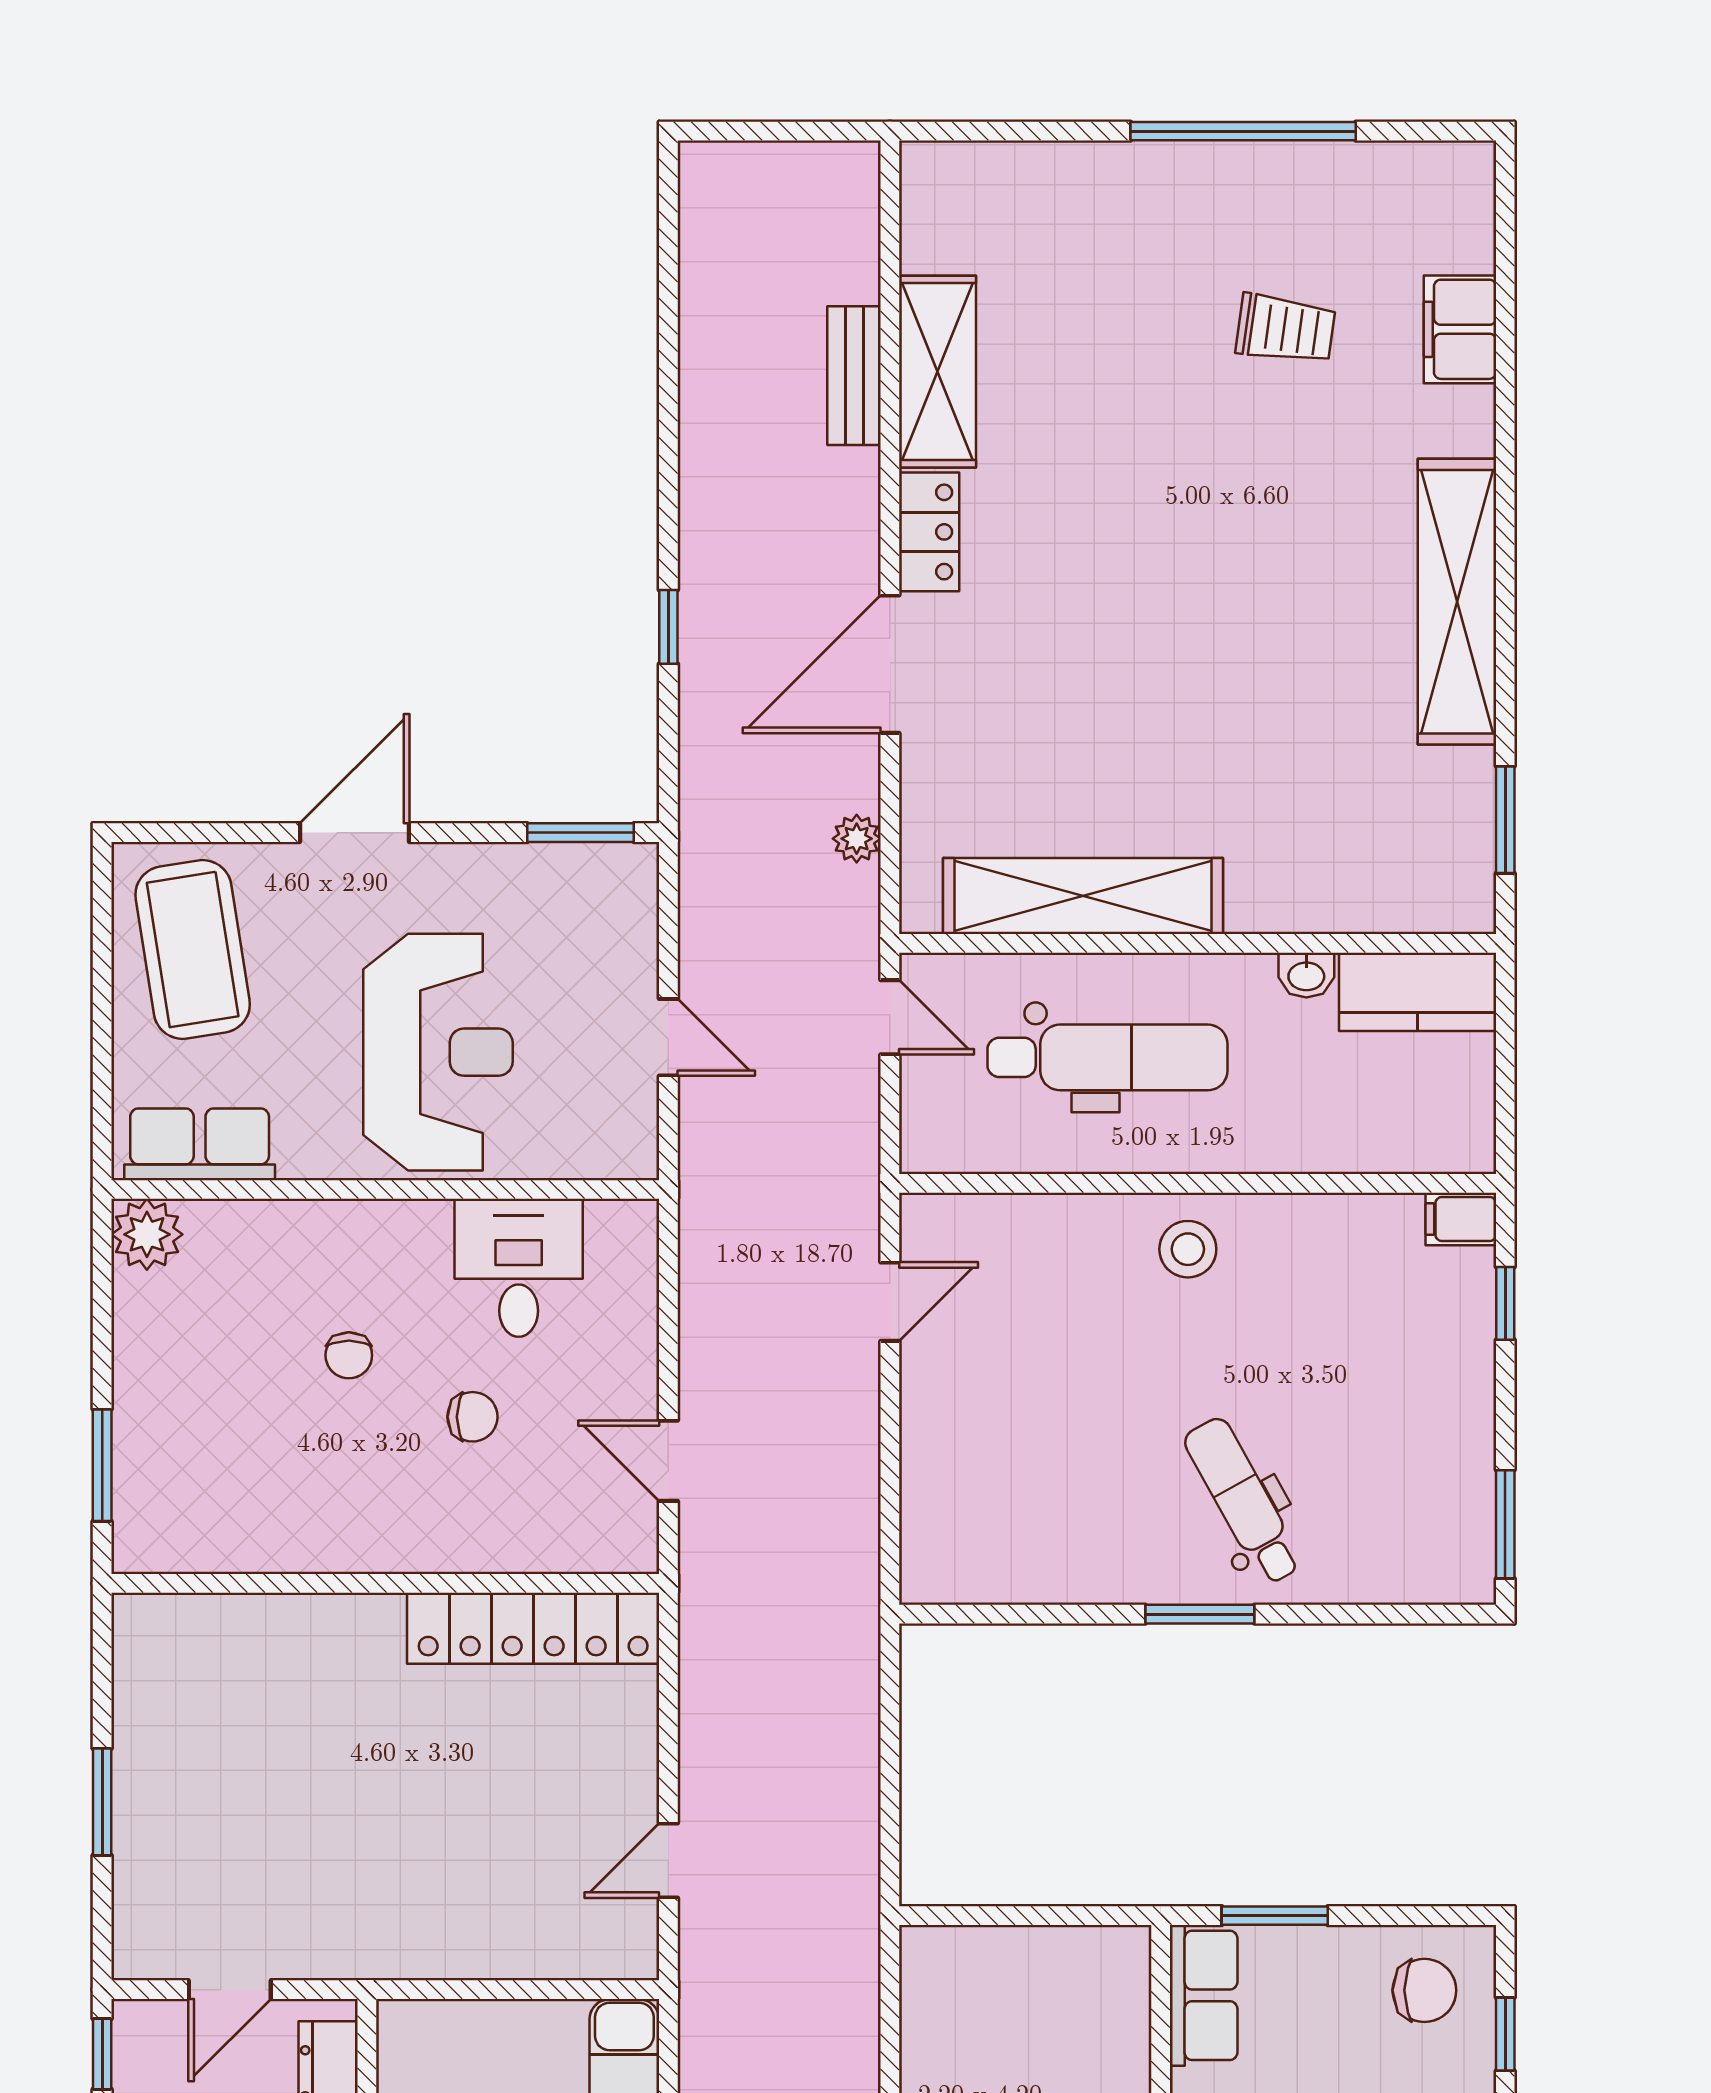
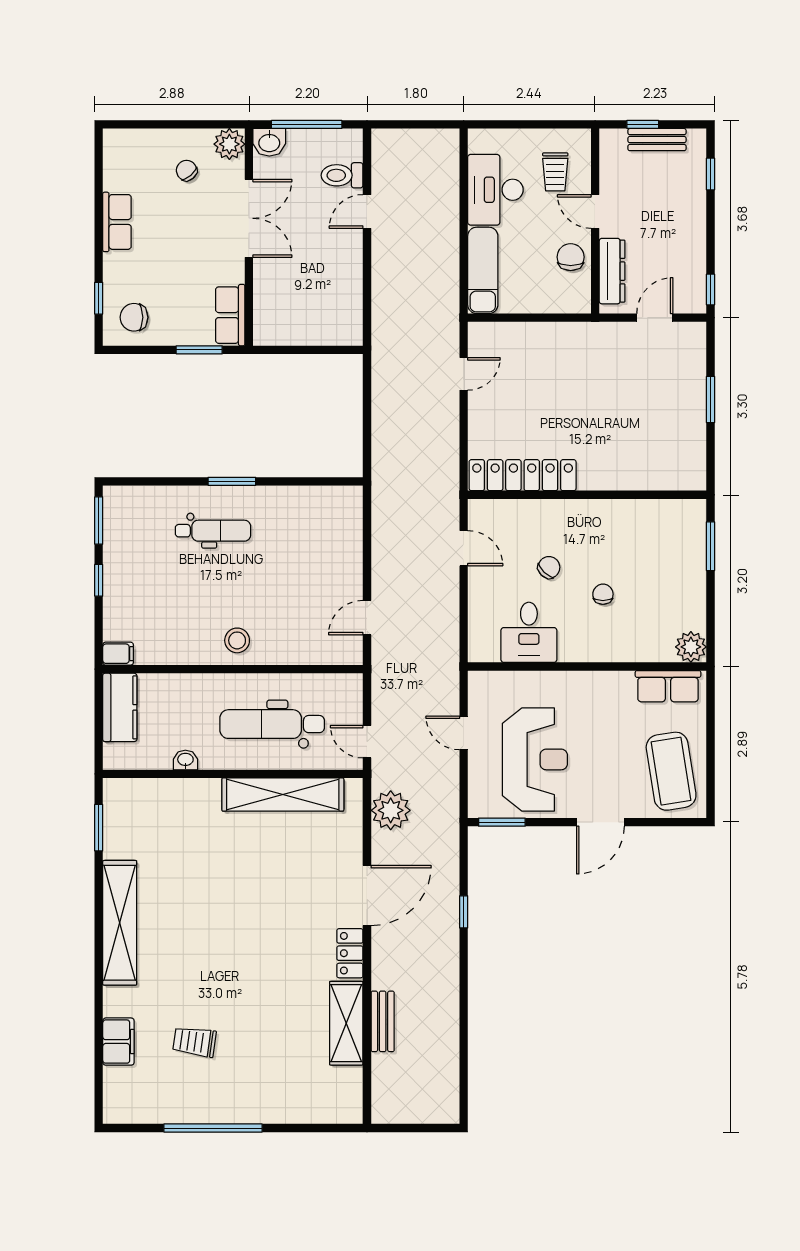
plant: (857, 839) -> (391, 810), width x1.88, depth x1.88
kitchen counter: (1418, 992) -> (120, 707), moved, turned 90
reception desk: (438, 1052) -> (535, 759), moved, turned 180
window: (1505, 1303) -> (99, 580), moved
chair: (472, 1417) -> (549, 567), turned 134
dental chair: (1243, 1501) -> (213, 531), turned -61

